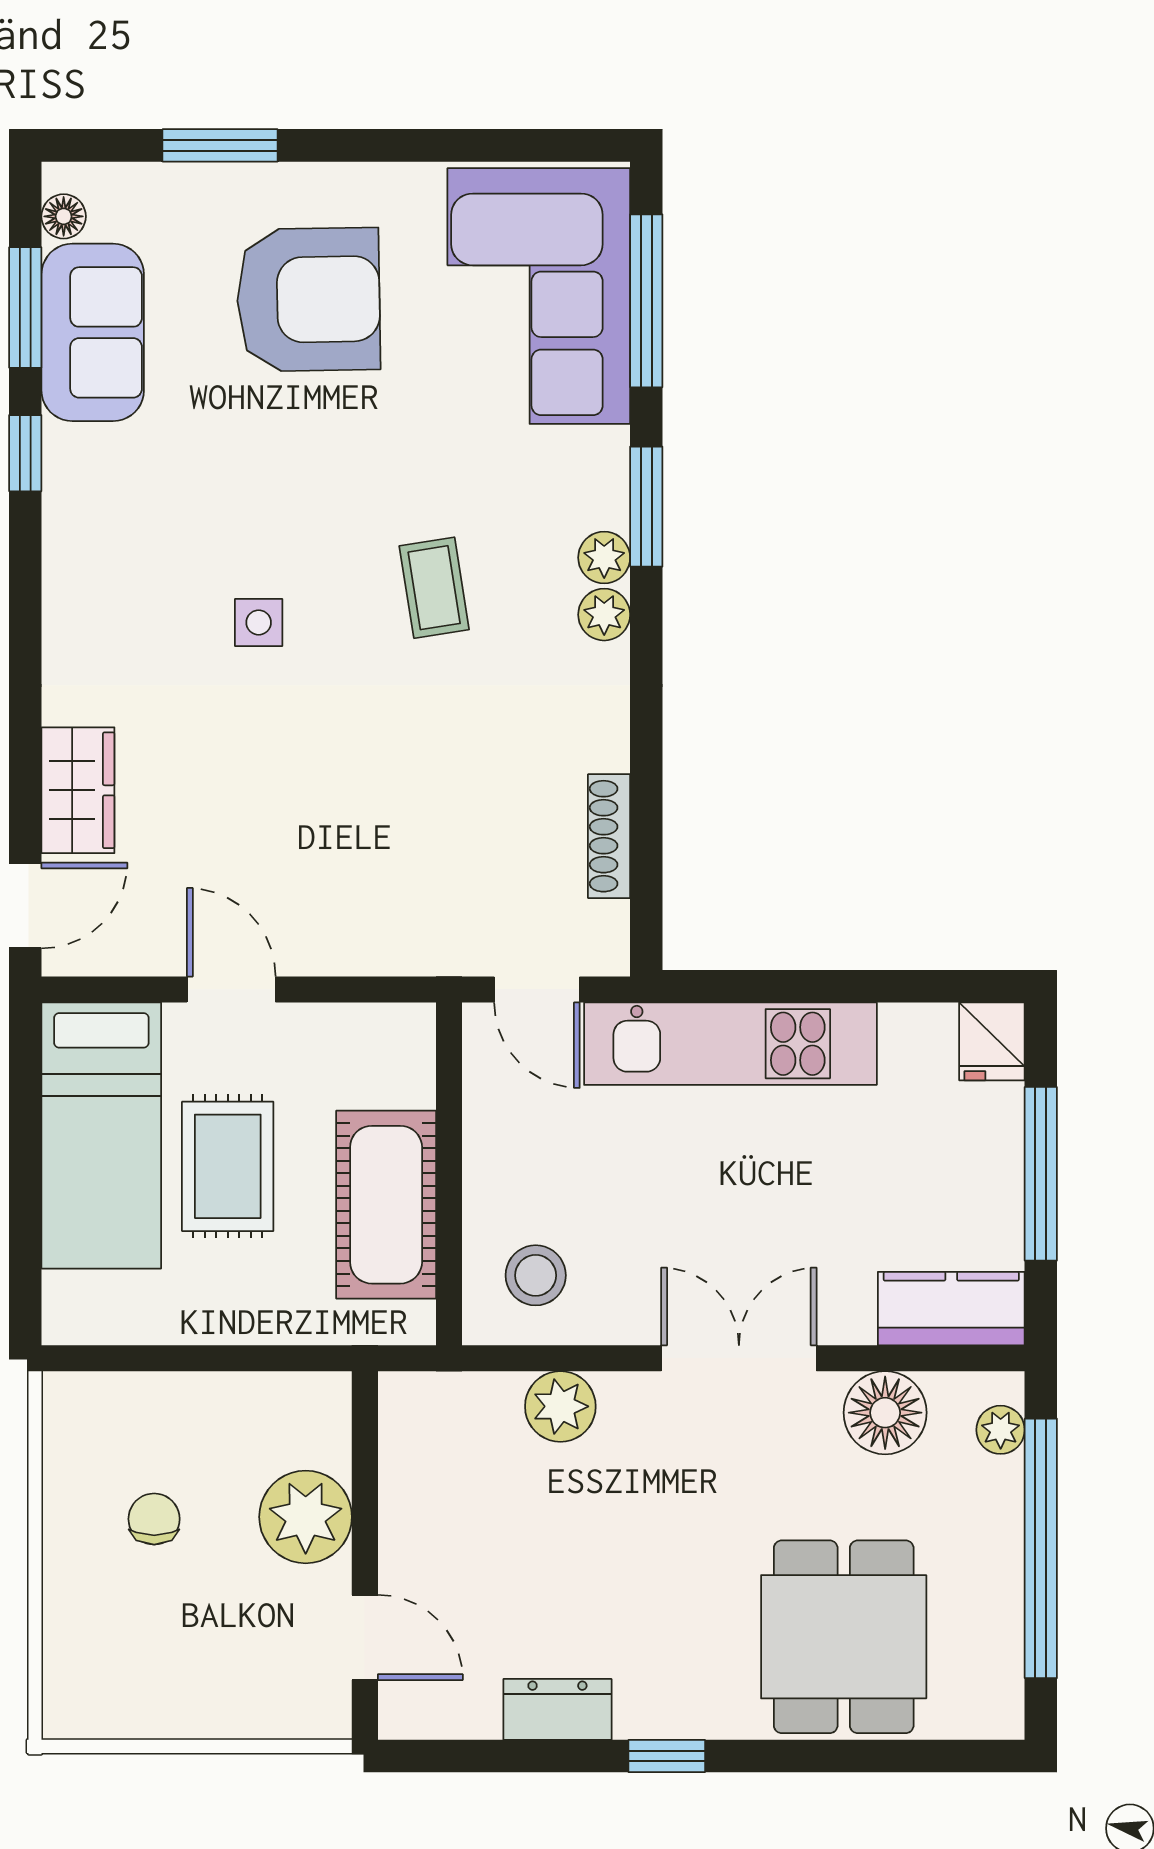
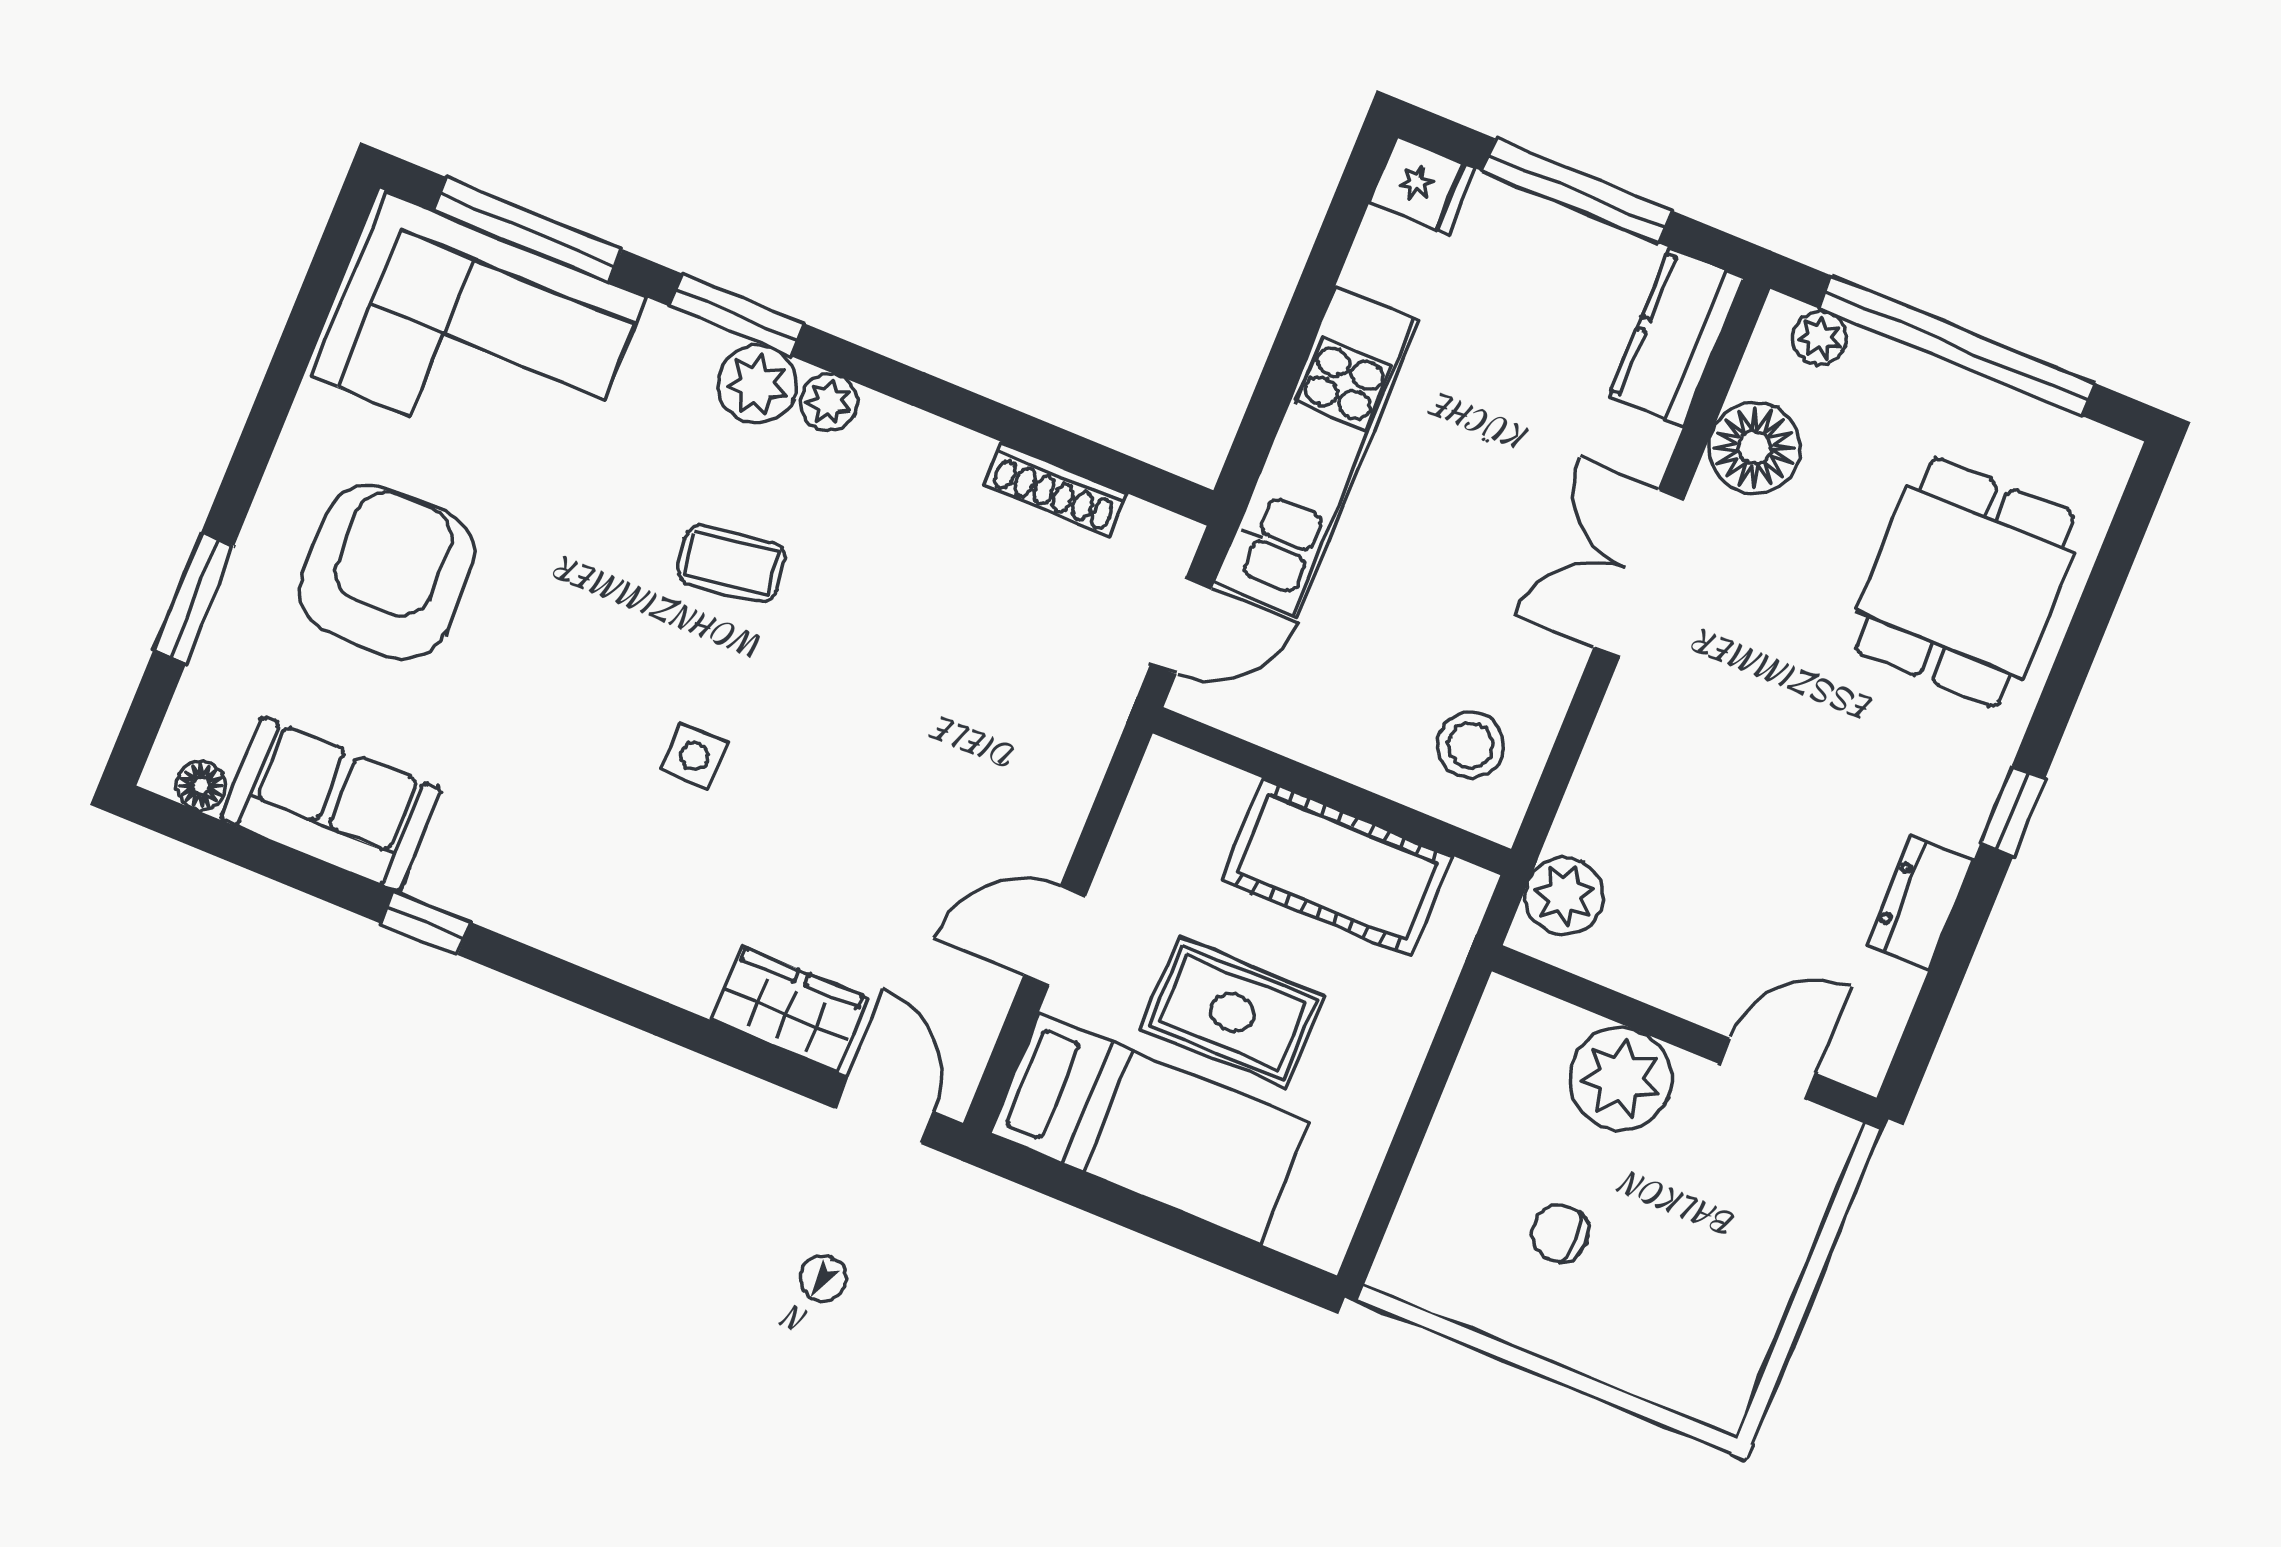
window: (25, 307) -> (278, 862), removed
plant: (604, 558) -> (757, 384), width x1.38, depth x1.38
plant: (560, 1406) -> (1564, 896), moved
dining table: (844, 1637) -> (1965, 582), turned 90

